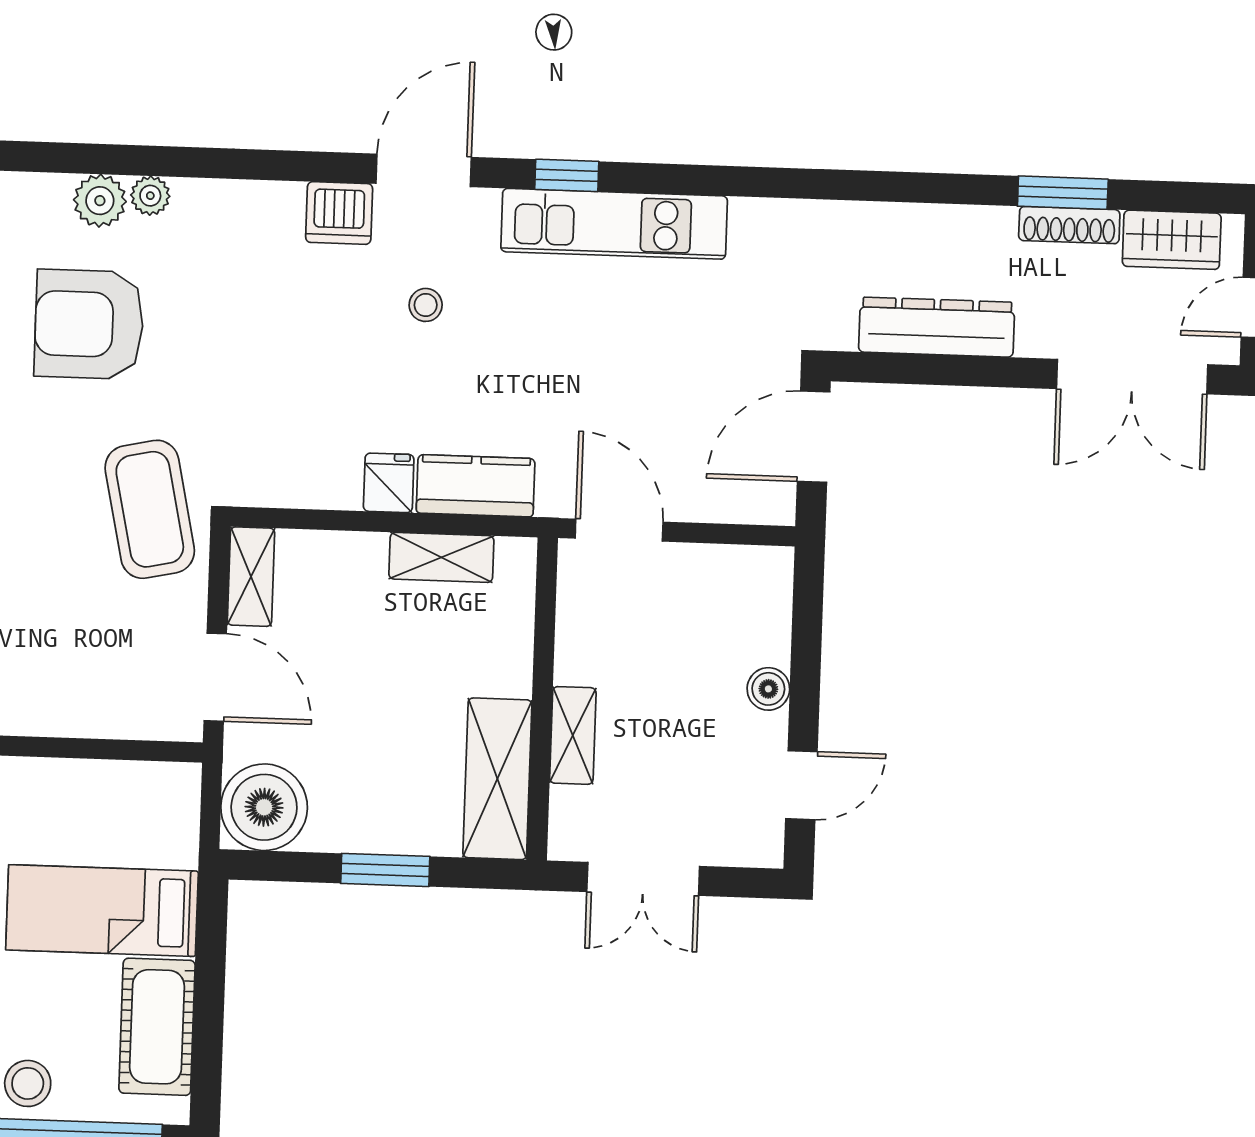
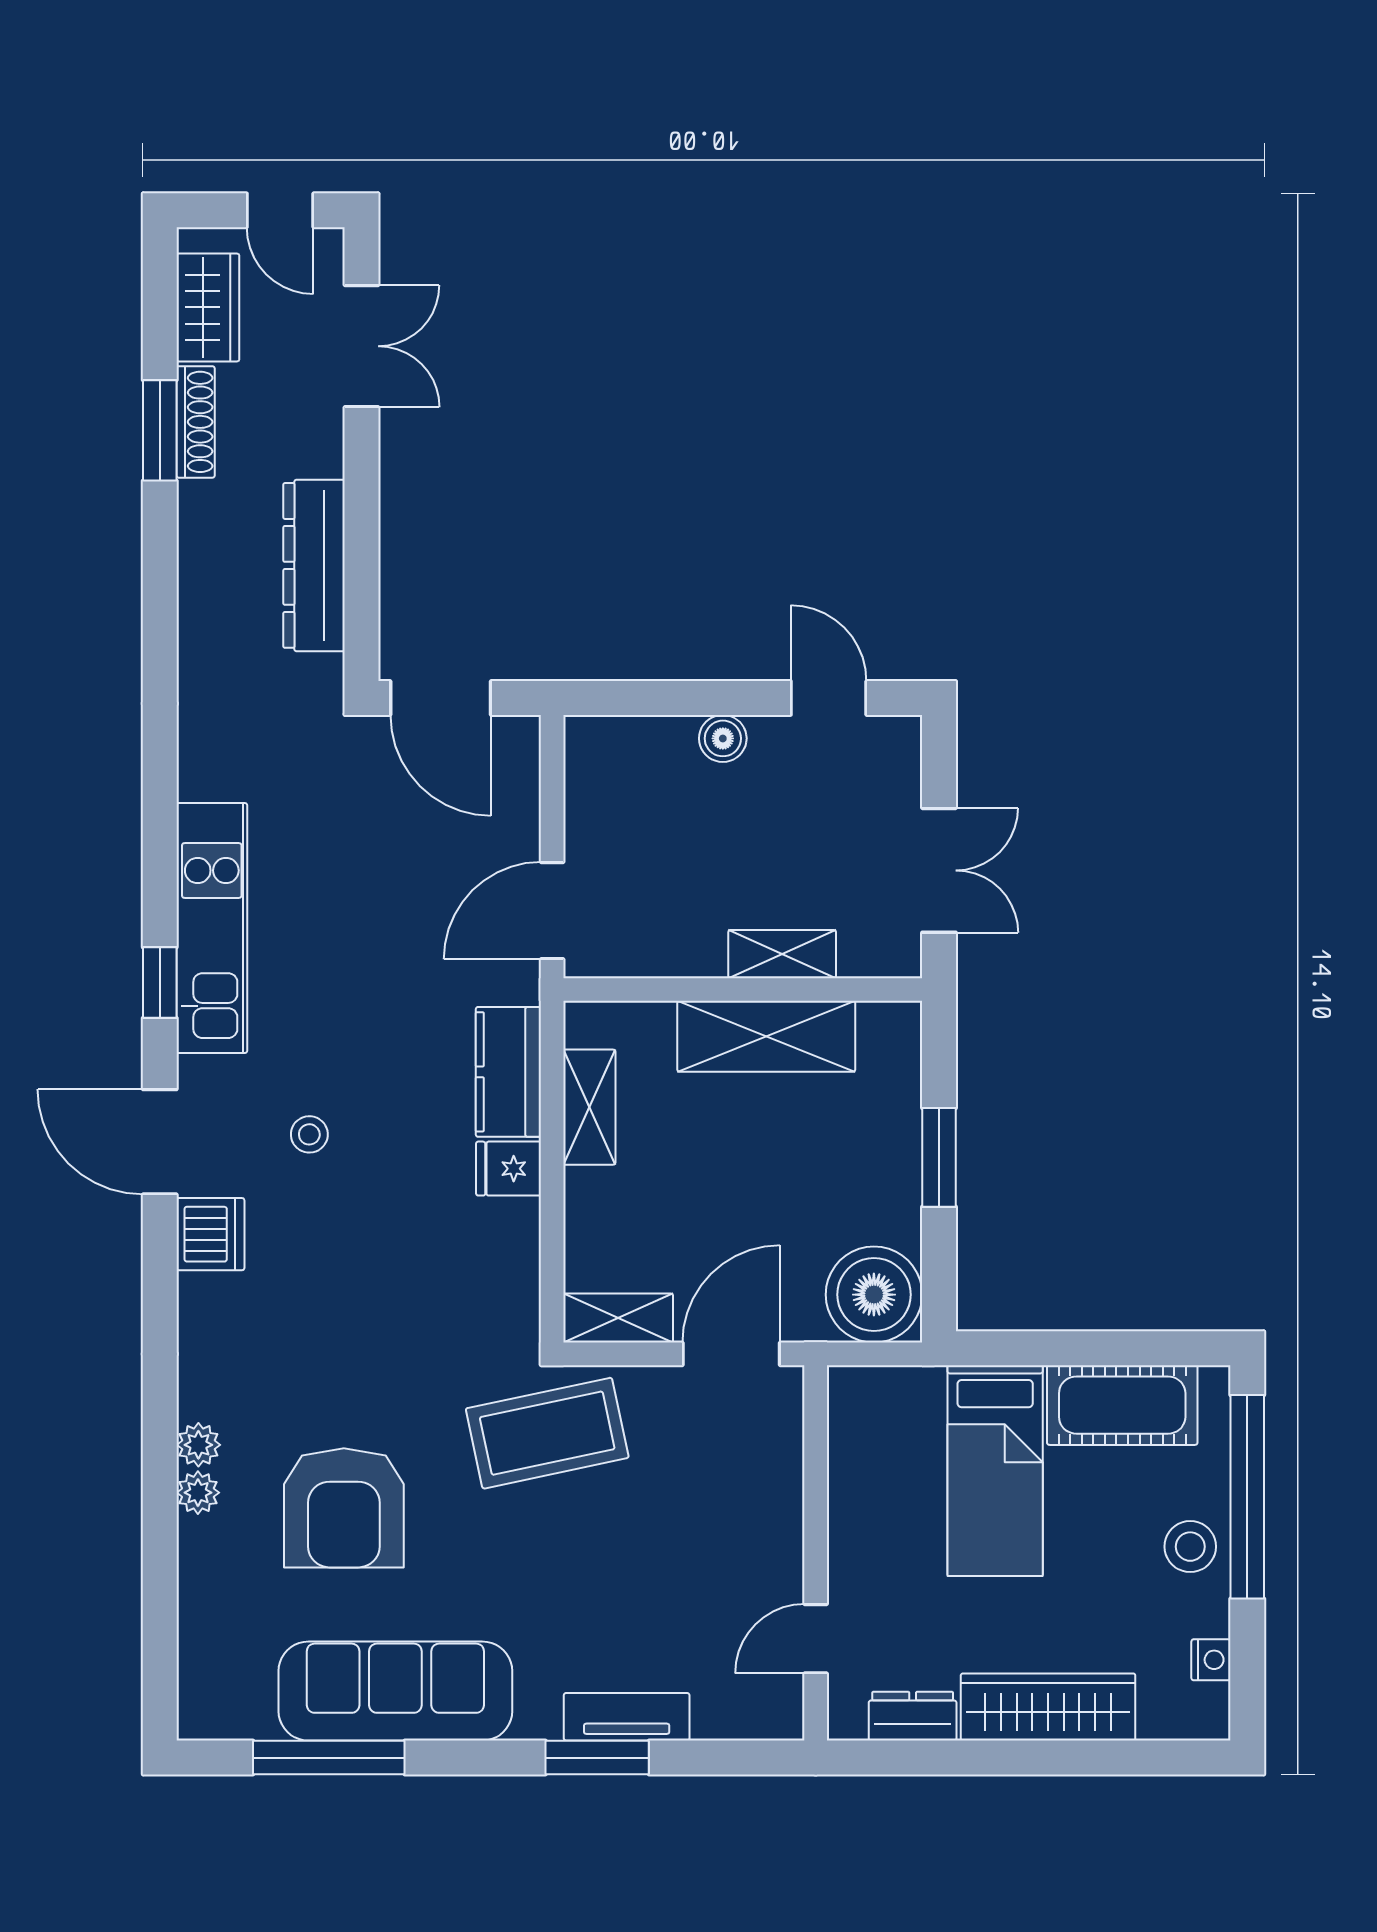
plant: (100, 201) -> (198, 1493), width x0.73, depth x0.73
double door: (1132, 377) -> (362, 346), width x0.73
shelving: (497, 779) -> (766, 1036), moved

